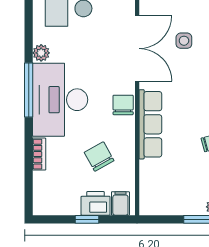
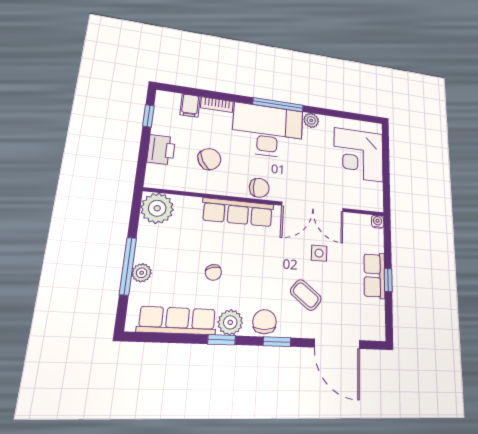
plant: (154, 200) -> (157, 208), added
filing cabinet: (120, 203) -> (190, 105), moved, turned 90
window: (87, 219) -> (148, 116), moved

